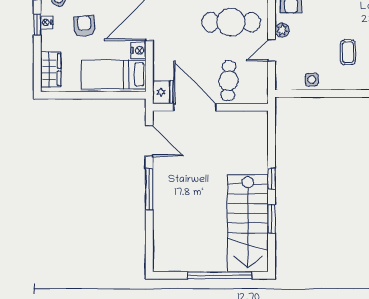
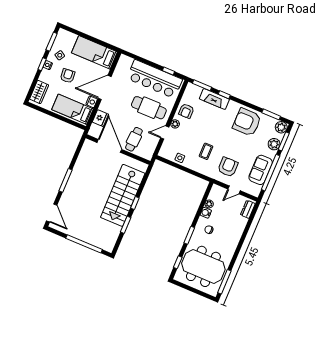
fridge: (163, 92) -> (100, 118), moved
door: (149, 141) -> (52, 213), moved
stairs: (248, 223) -> (123, 195), moved

